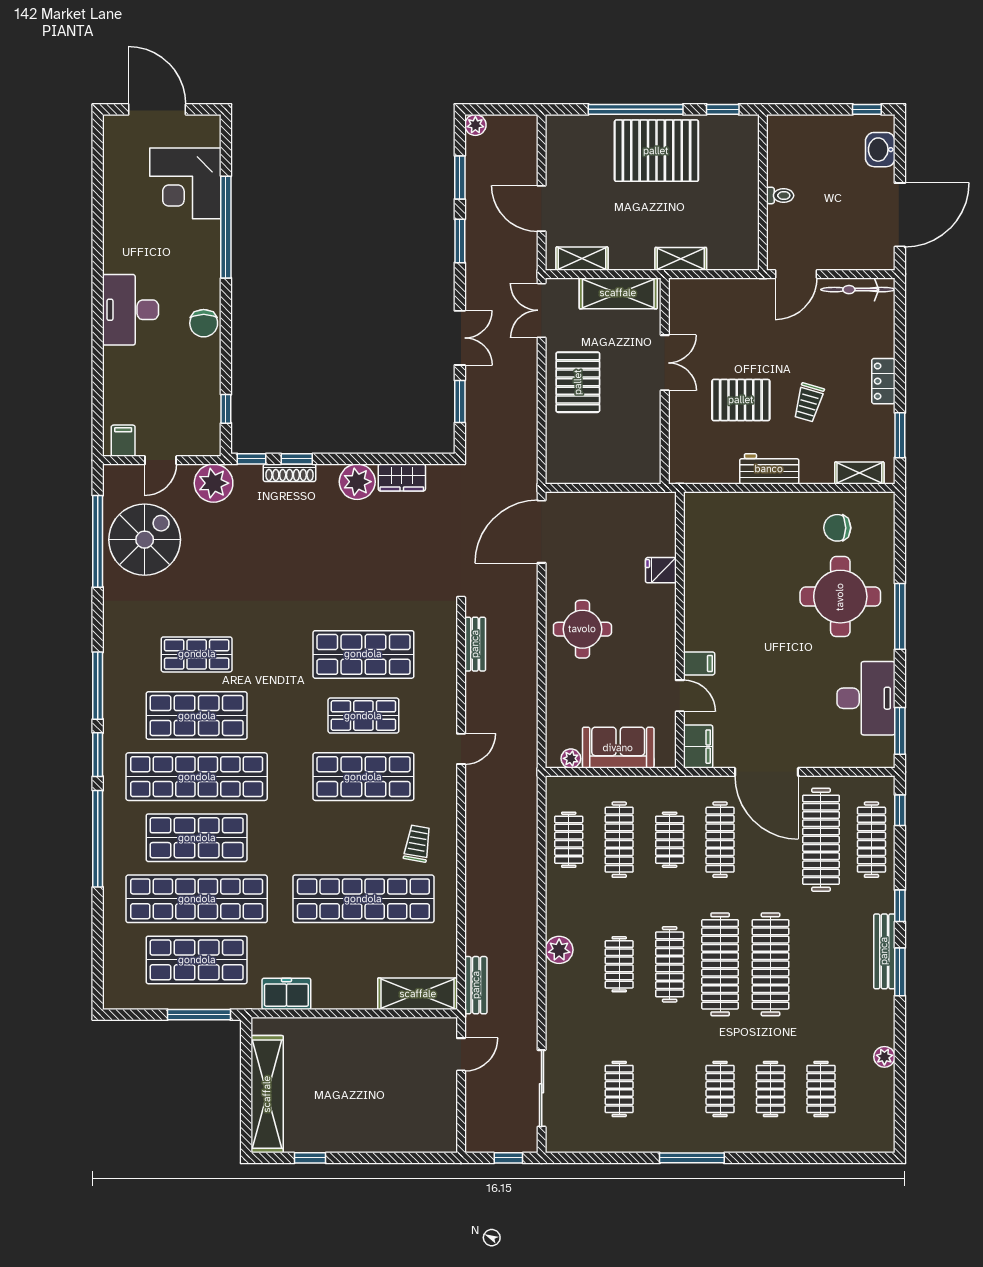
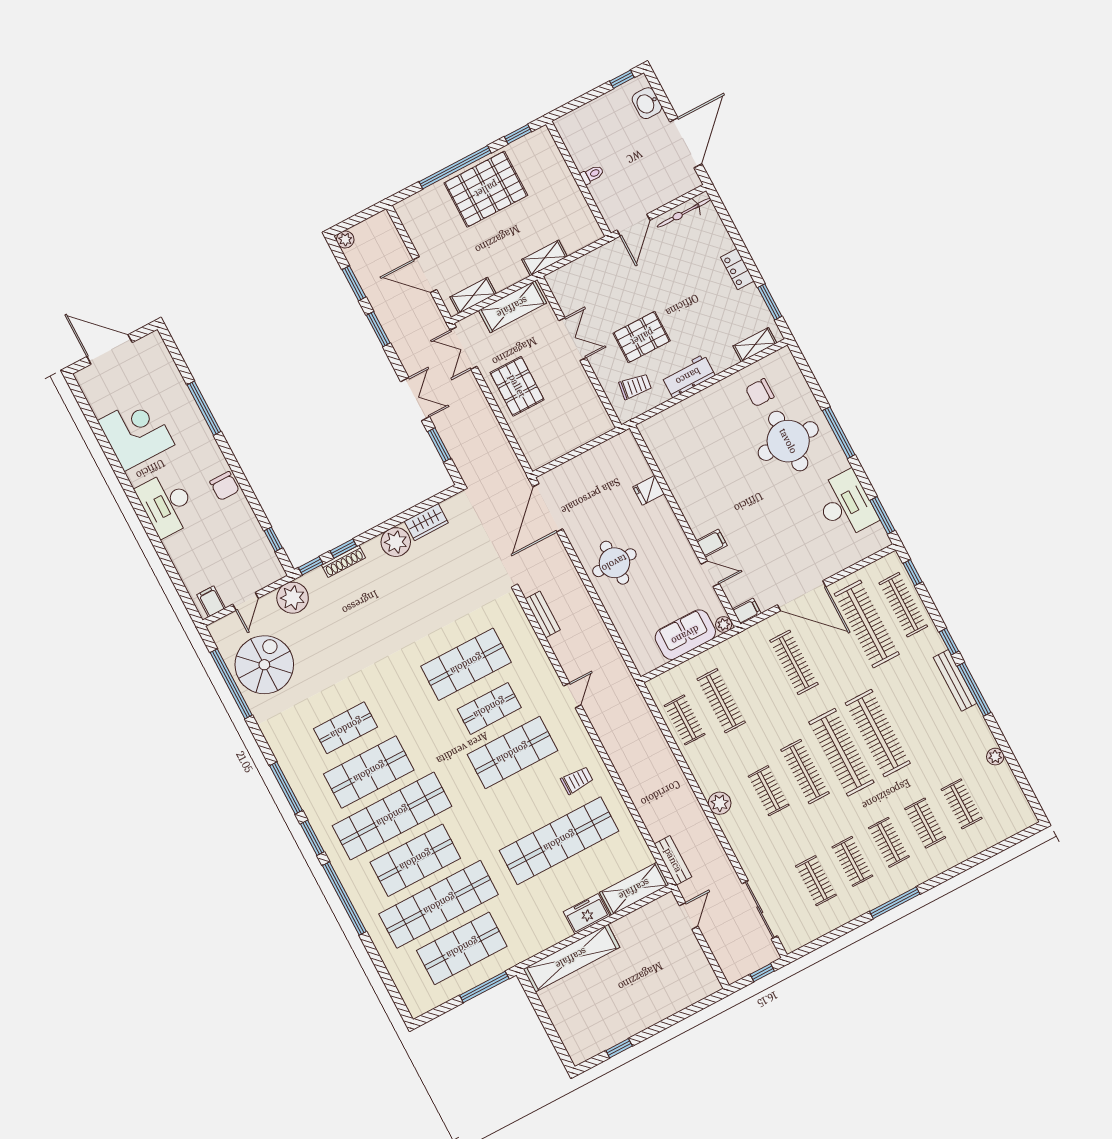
corner desk: (185, 183) -> (136, 433), moved, turned 180
window: (226, 227) -> (204, 408), width x0.68
trolley: (809, 402) -> (635, 386), moved, turned -98
filing cabinet: (698, 747) -> (747, 611), width x0.50
plant: (571, 758) -> (724, 624), moved
clothes rail: (670, 840) -> (852, 861), moved
trolley: (417, 844) -> (577, 780), turned 80
window: (900, 972) -> (974, 689), width x1.44
freezer: (286, 994) -> (587, 914), moved
shelving: (267, 1094) -> (571, 958), moved, turned 90

